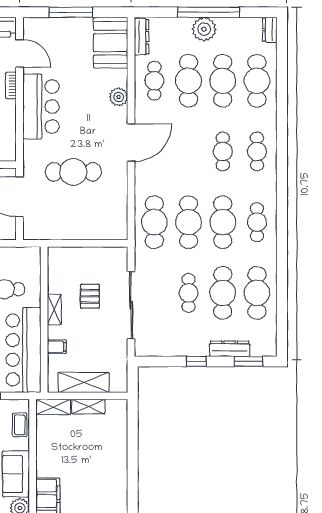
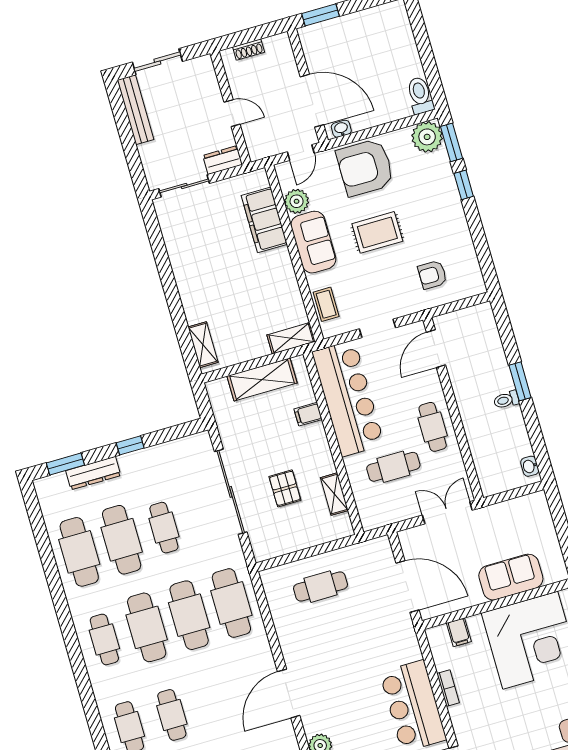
bookcase: (11, 85) -> (448, 688), moved
cafe table: (73, 172) -> (320, 587), moved, width x0.73, depth x0.74
shelving: (54, 309) -> (334, 494), moved
shelving: (88, 407) -> (203, 345), moved, turned 90

